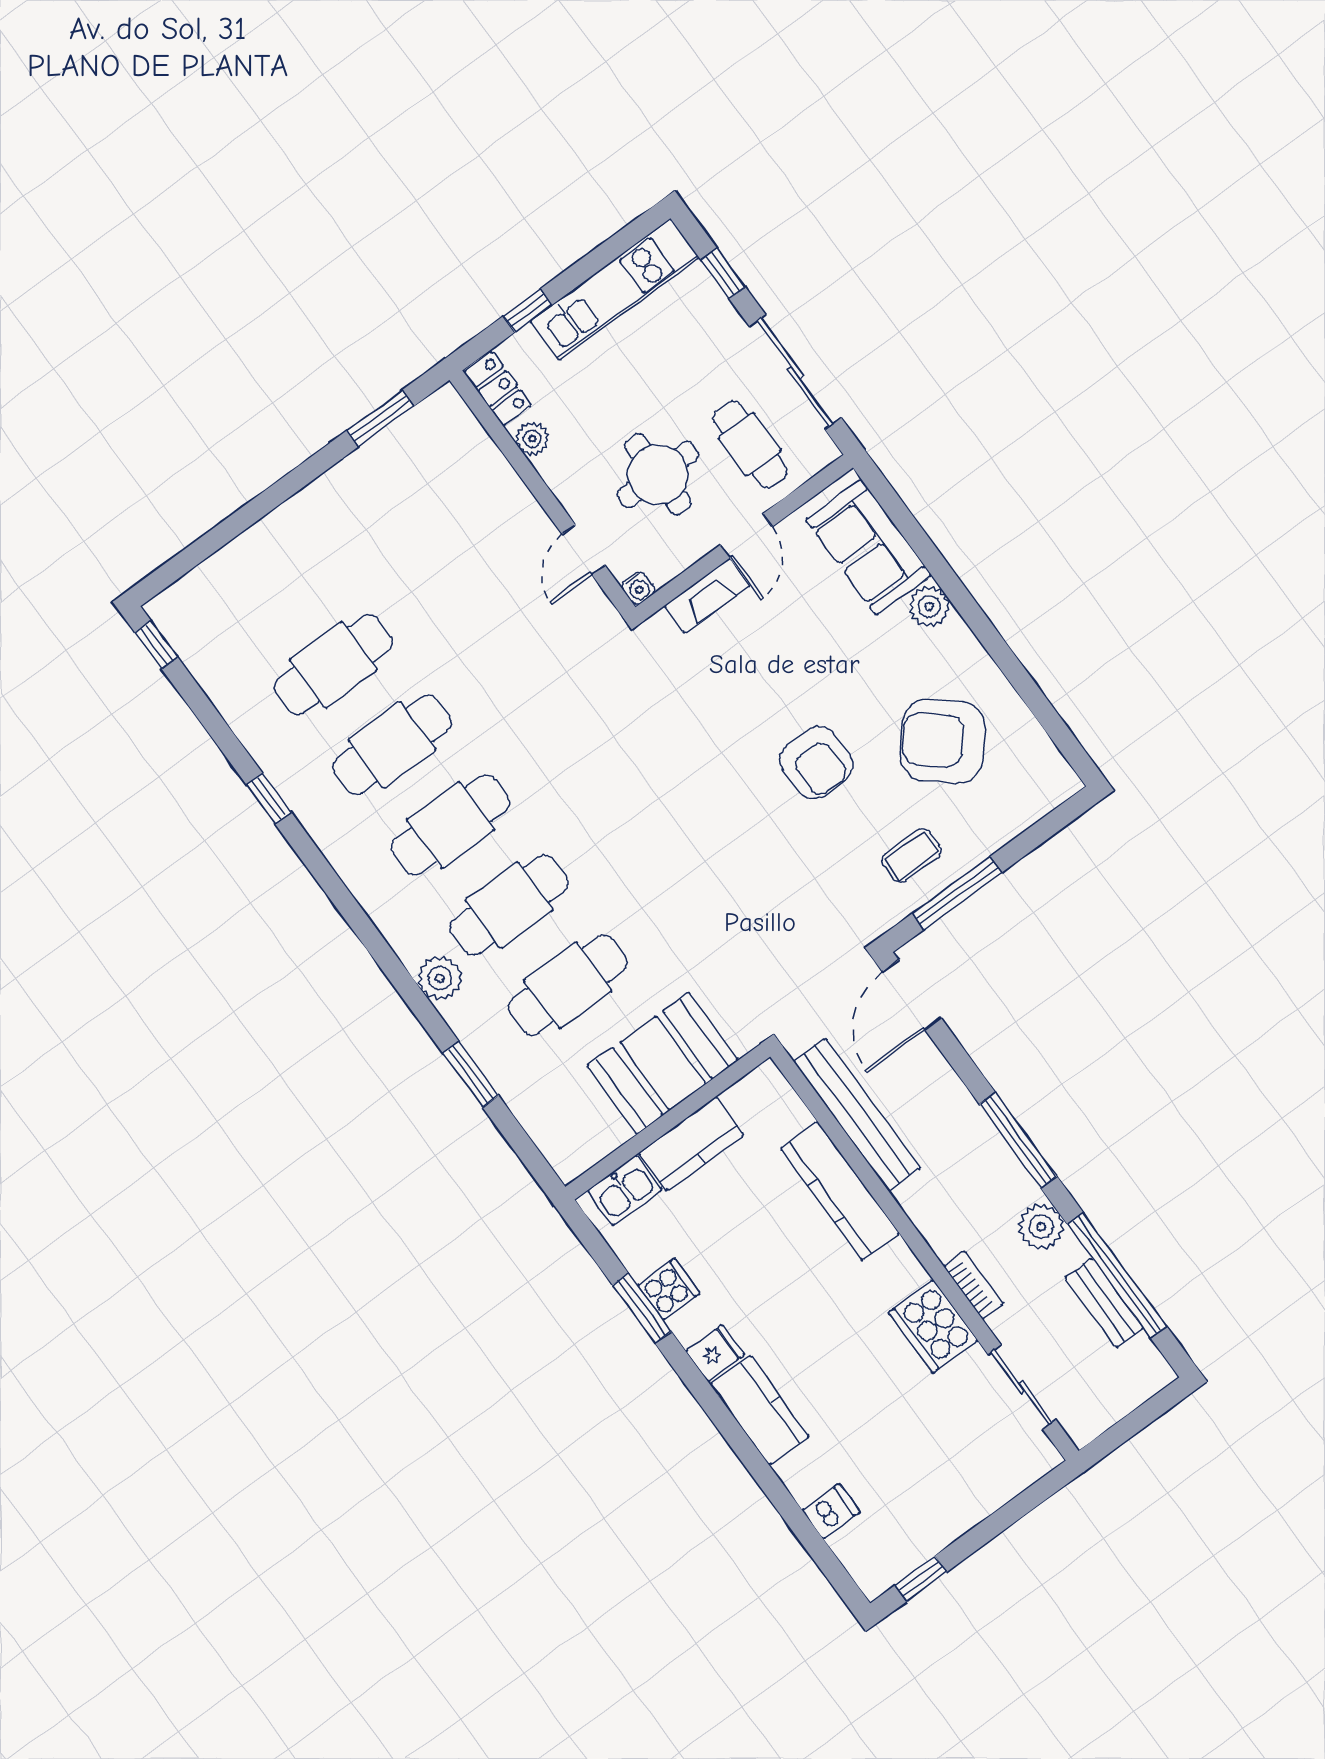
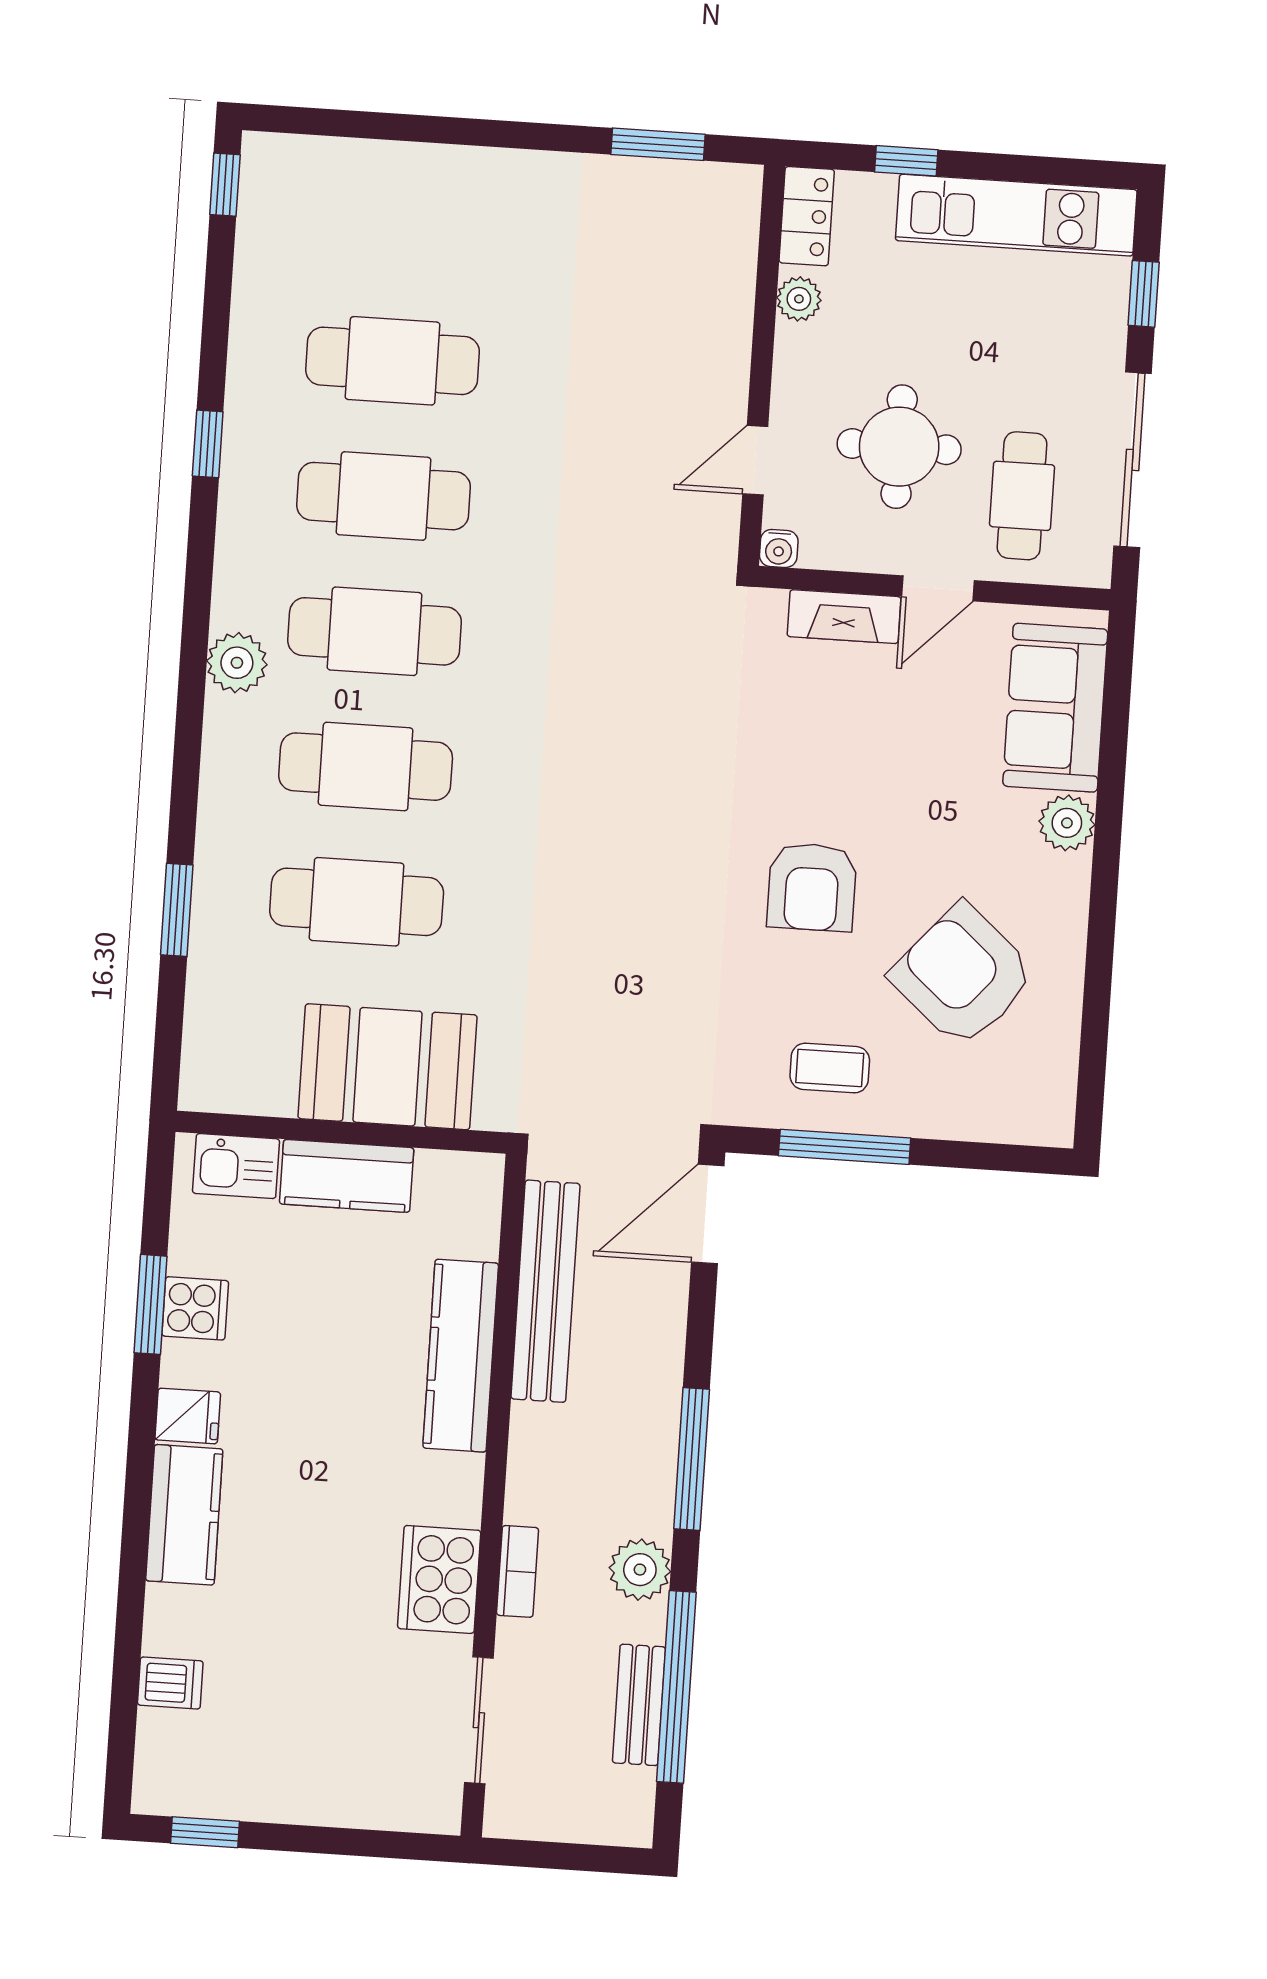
plant: (440, 978) -> (237, 663), moved

